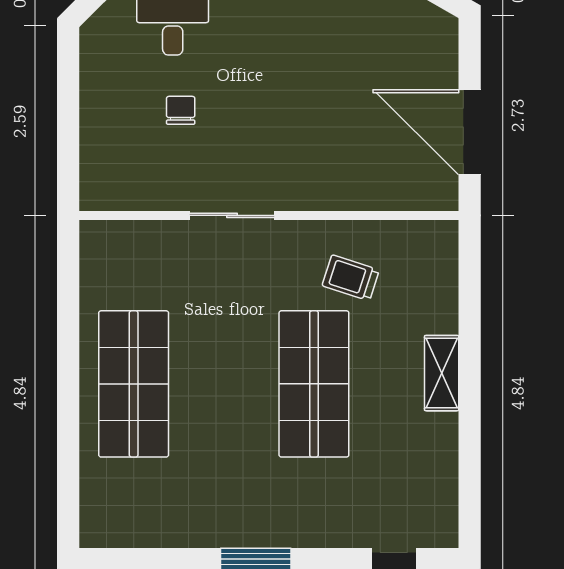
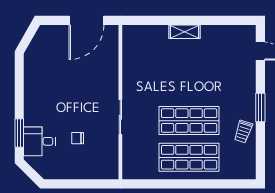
trolley: (351, 278) -> (243, 132), moved
shop shelf: (314, 384) -> (189, 121), moved

